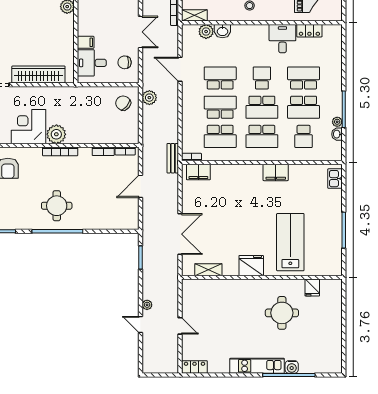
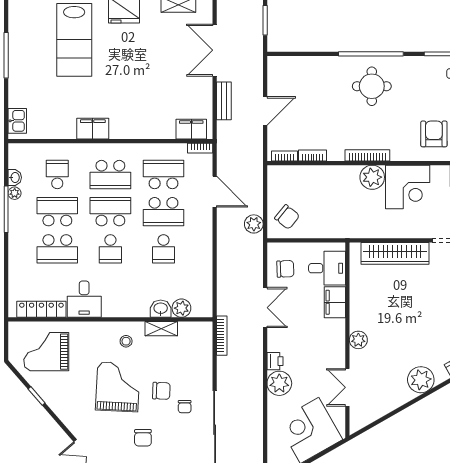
shelving: (194, 15) -> (161, 329), moved
locker: (309, 31) -> (41, 309), width x1.53
double door: (140, 32) -> (265, 308), swing flipped
filing cabinet: (86, 42) -> (335, 302), width x2.00
door: (180, 69) -> (215, 192), moved
school desk: (220, 78) -> (164, 249), width x0.54
school desk: (262, 136) -> (110, 175), turned 180
bench: (173, 158) -> (224, 101), moved

